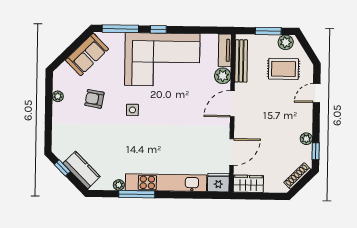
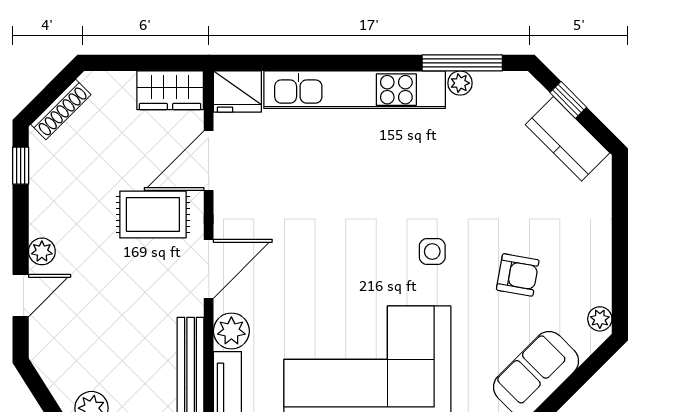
rug: (284, 69) -> (153, 214), moved
plant: (58, 96) -> (600, 319), moved
plant: (306, 139) -> (42, 251), moved
window: (62, 168) -> (568, 100), moved
kitchen counter: (82, 170) -> (568, 139), moved
window: (137, 194) -> (462, 63), moved

